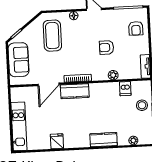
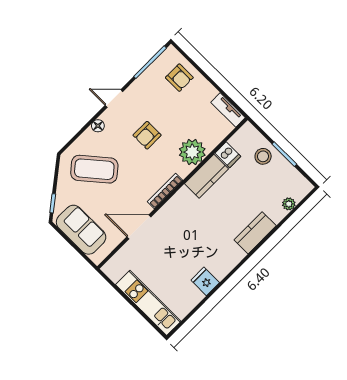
coffee table: (52, 36) -> (94, 169), turned -40
armchair: (107, 47) -> (147, 135), moved
plant: (113, 75) -> (192, 152), width x1.88, depth x1.88
door: (48, 84) -> (139, 227), swing flipped
kitchen counter: (75, 91) -> (207, 176), moved

